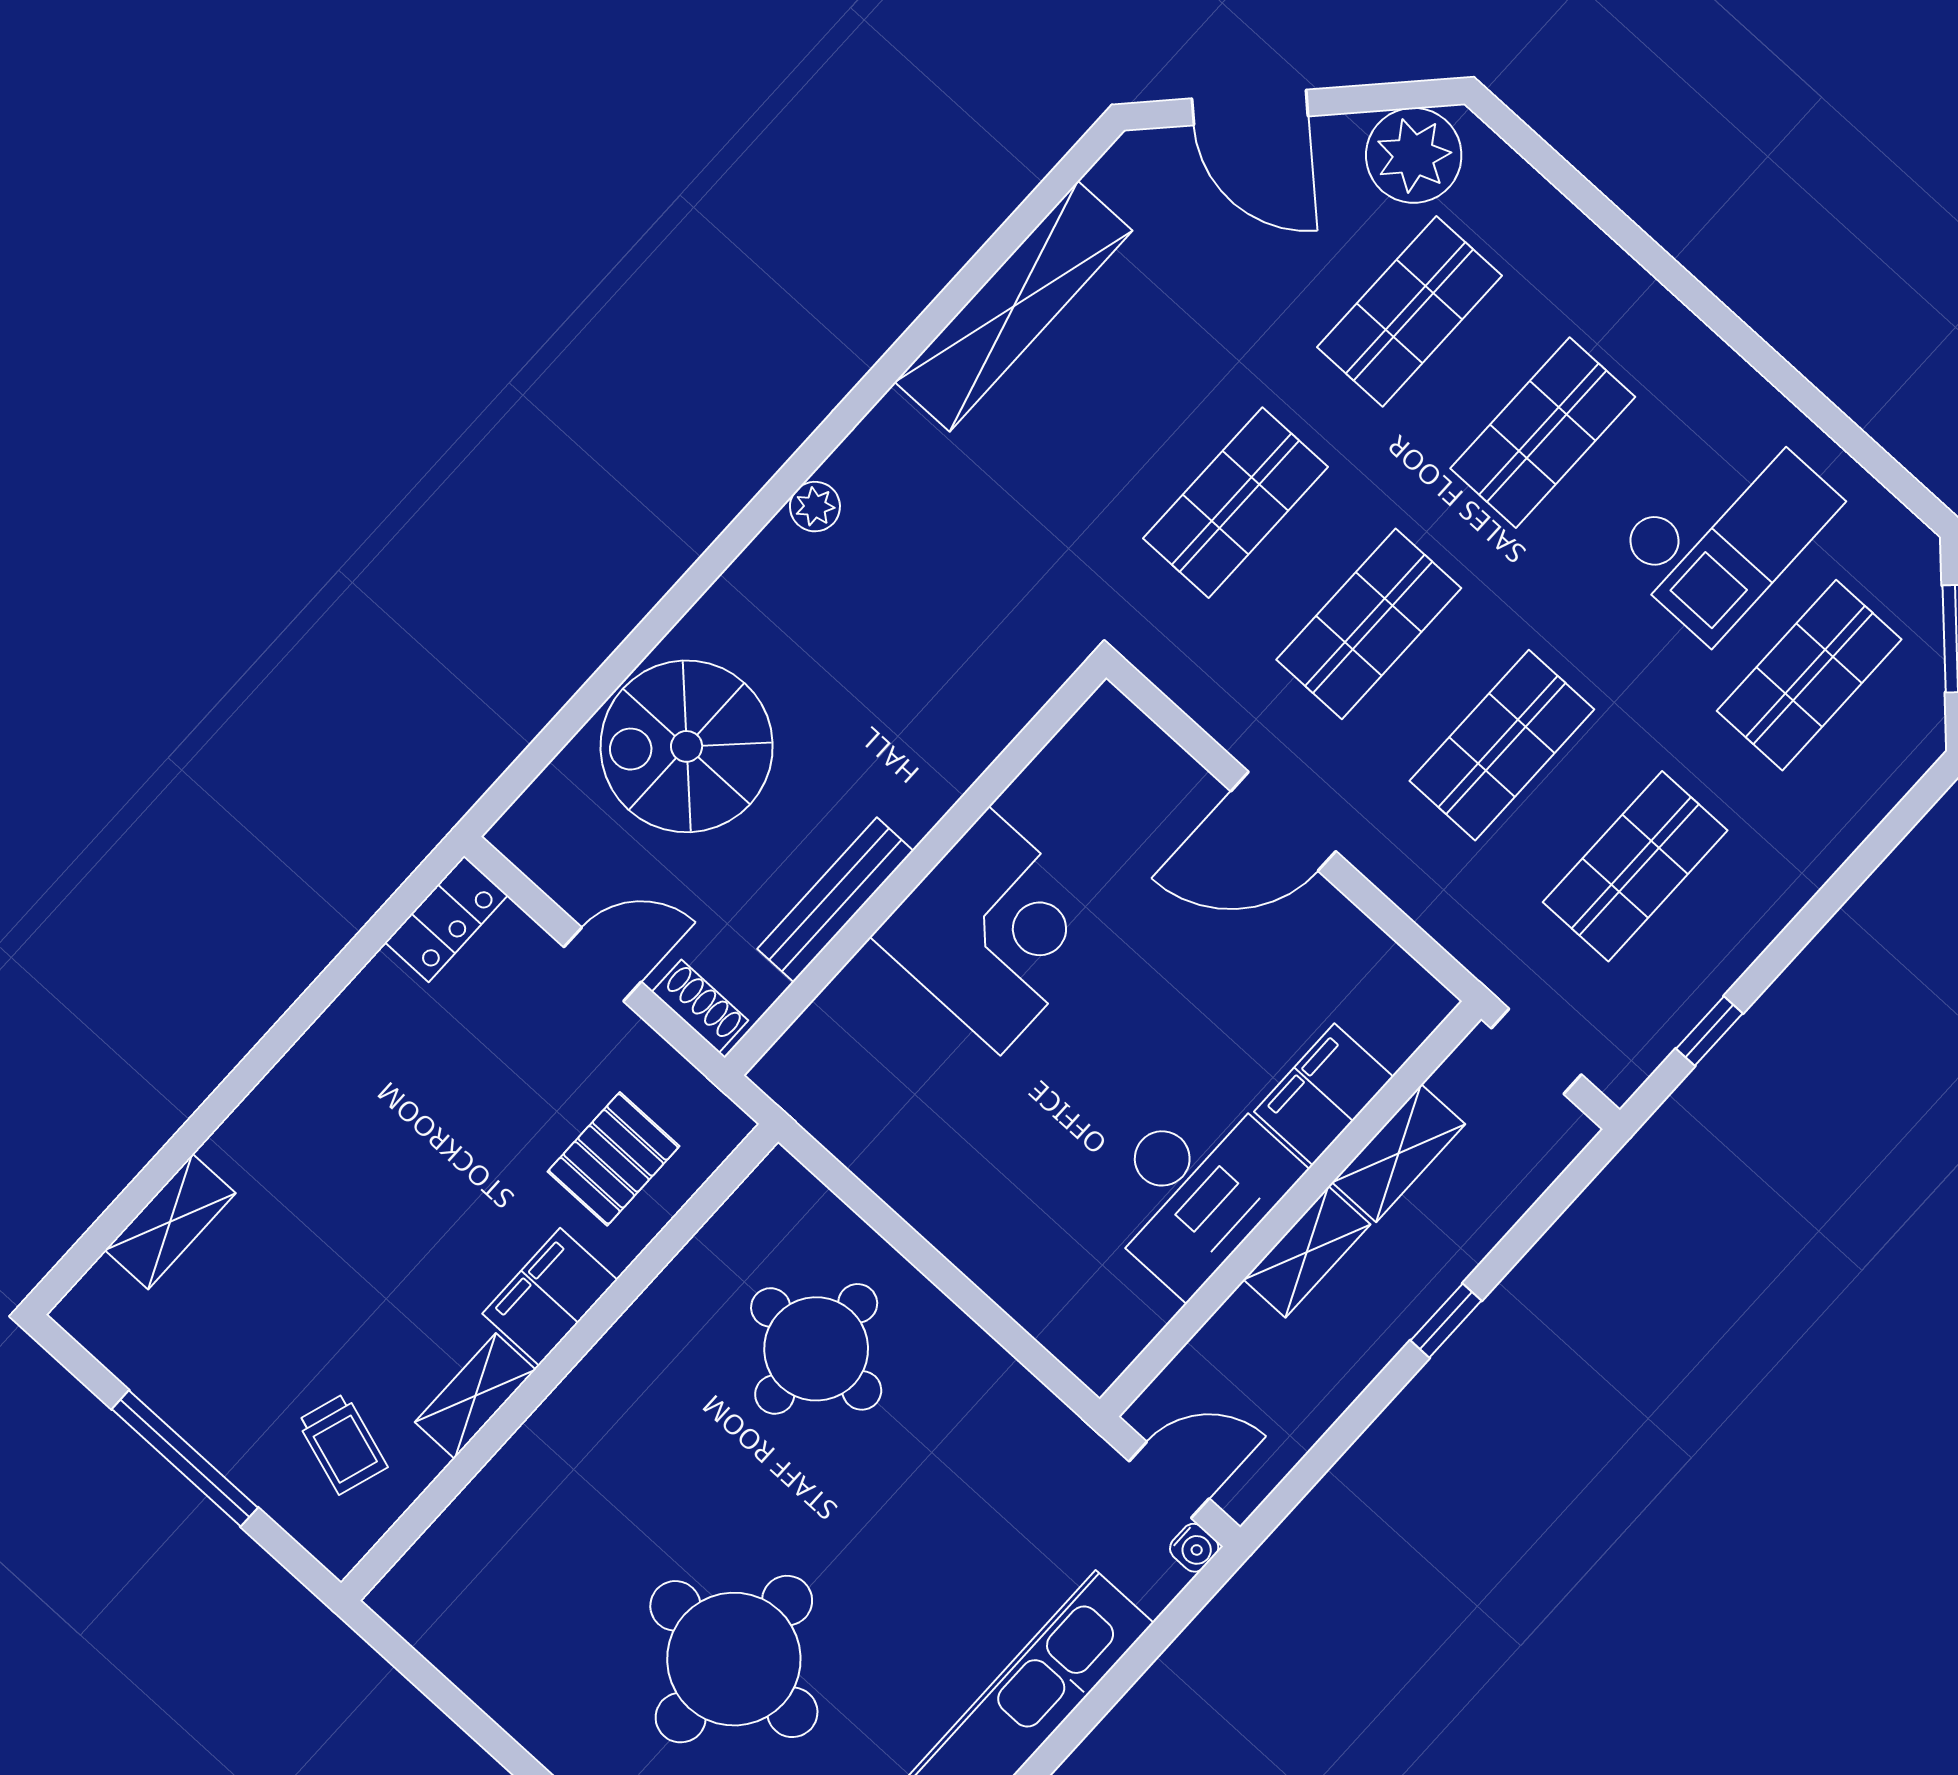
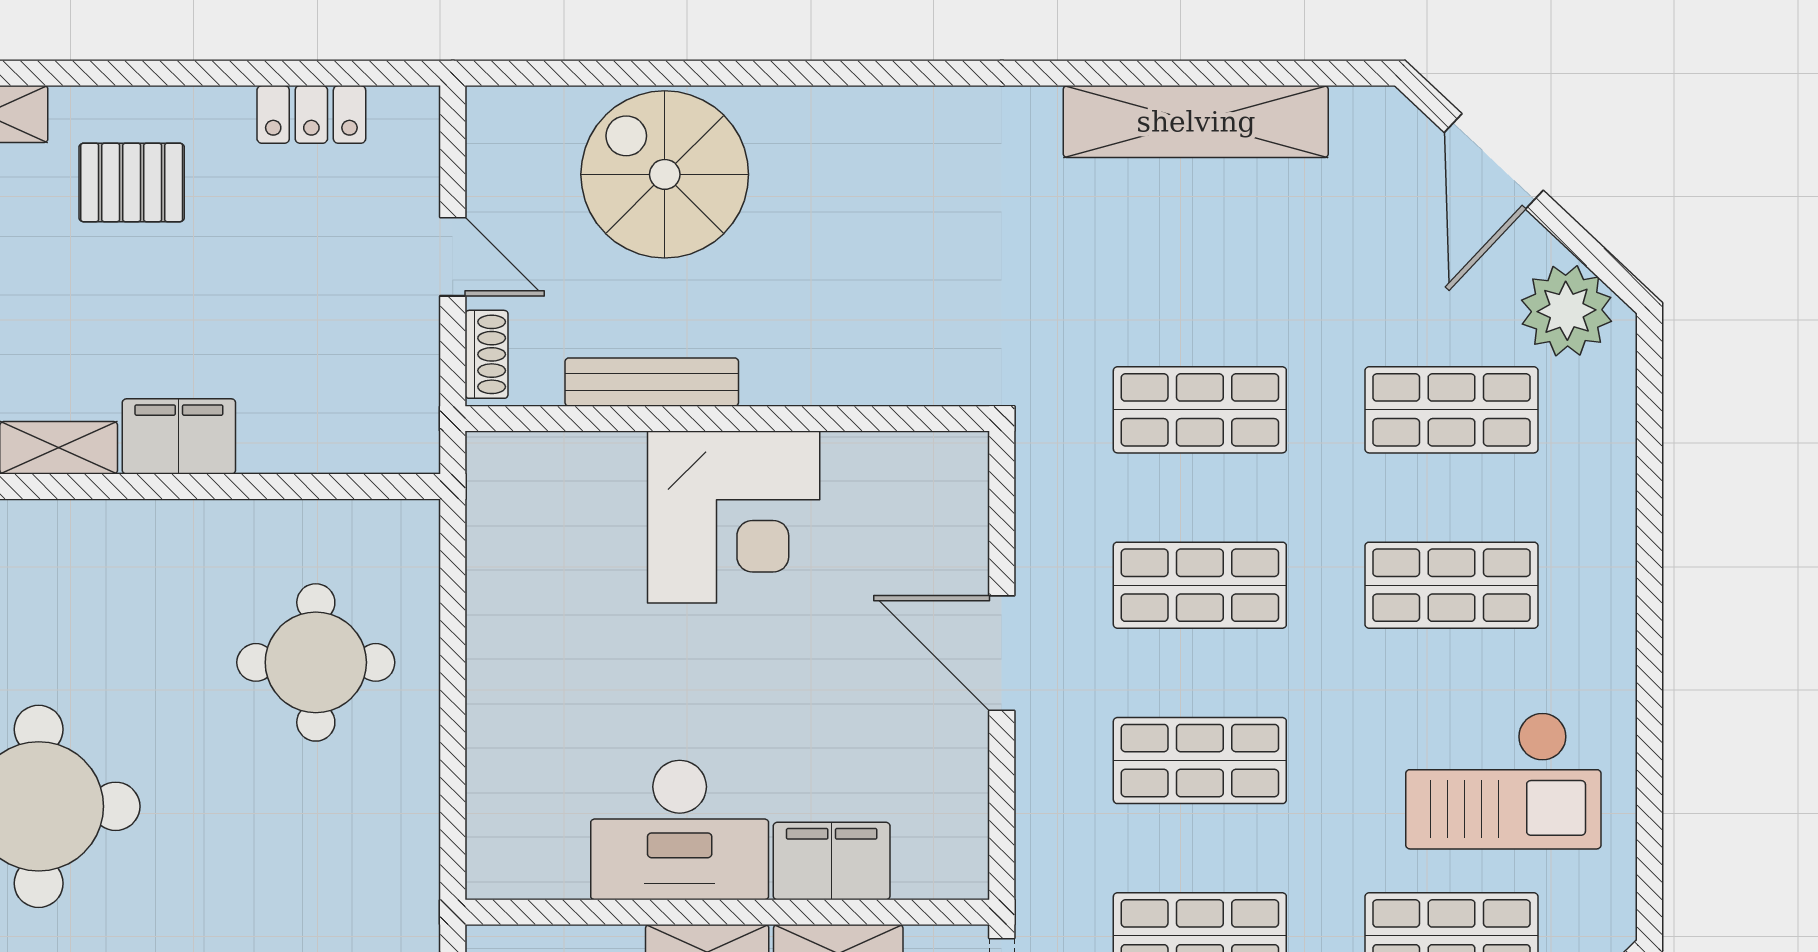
plant: (815, 507) -> (921, 110), removed
locker: (446, 919) -> (311, 114), moved
pallet: (613, 1159) -> (132, 182), moved

